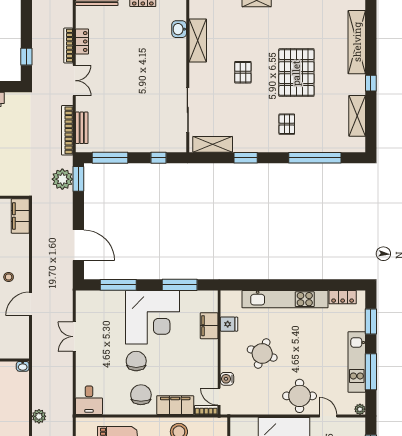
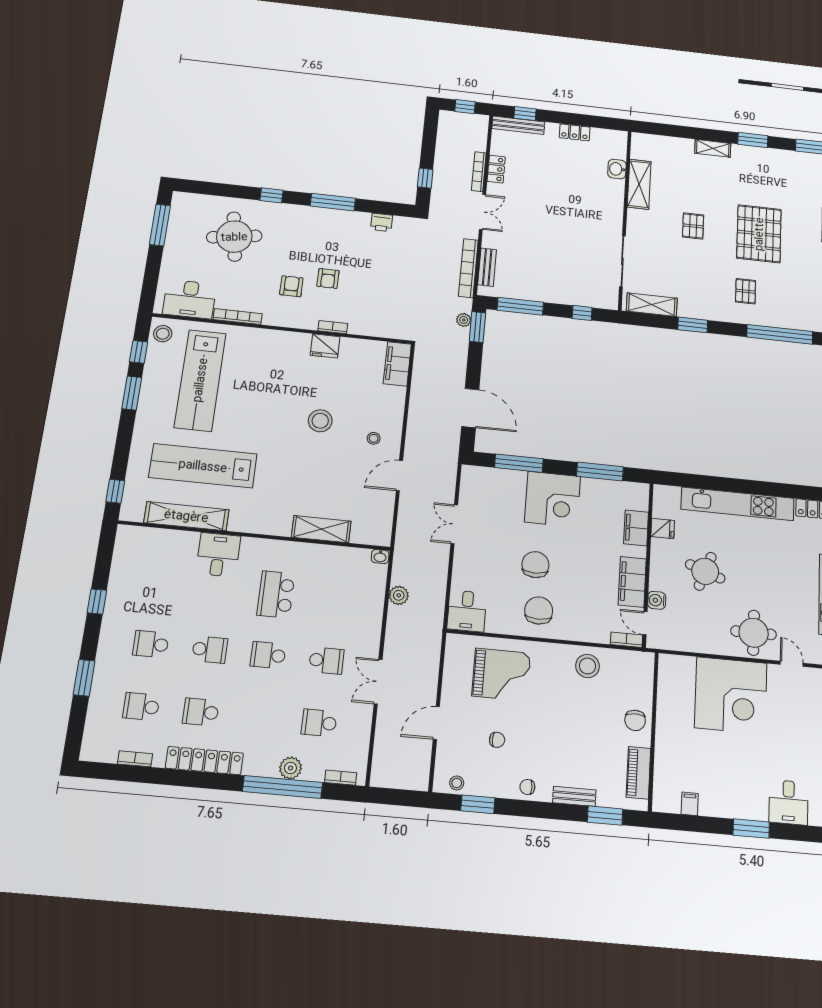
plant: (62, 179) -> (464, 320), width x0.53, depth x0.53
corner desk: (153, 317) -> (553, 499), width x0.74, depth x0.74
filing cabinet: (175, 405) -> (632, 582), moved, turned -90
plant: (39, 416) -> (399, 595), moved

